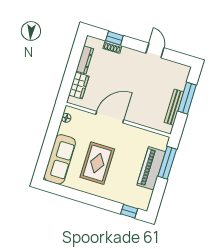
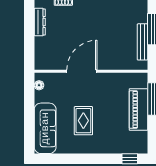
wardrobe: (79, 86) -> (42, 49), removed
rug: (97, 163) -> (83, 121), width x0.73, depth x0.70

